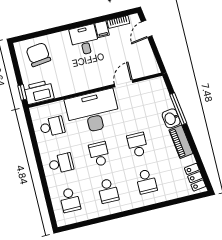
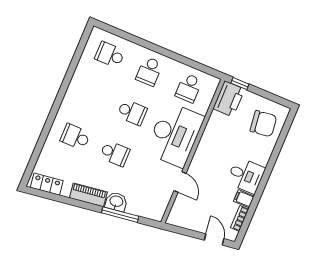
school desk: (108, 191) -> (93, 96), removed

